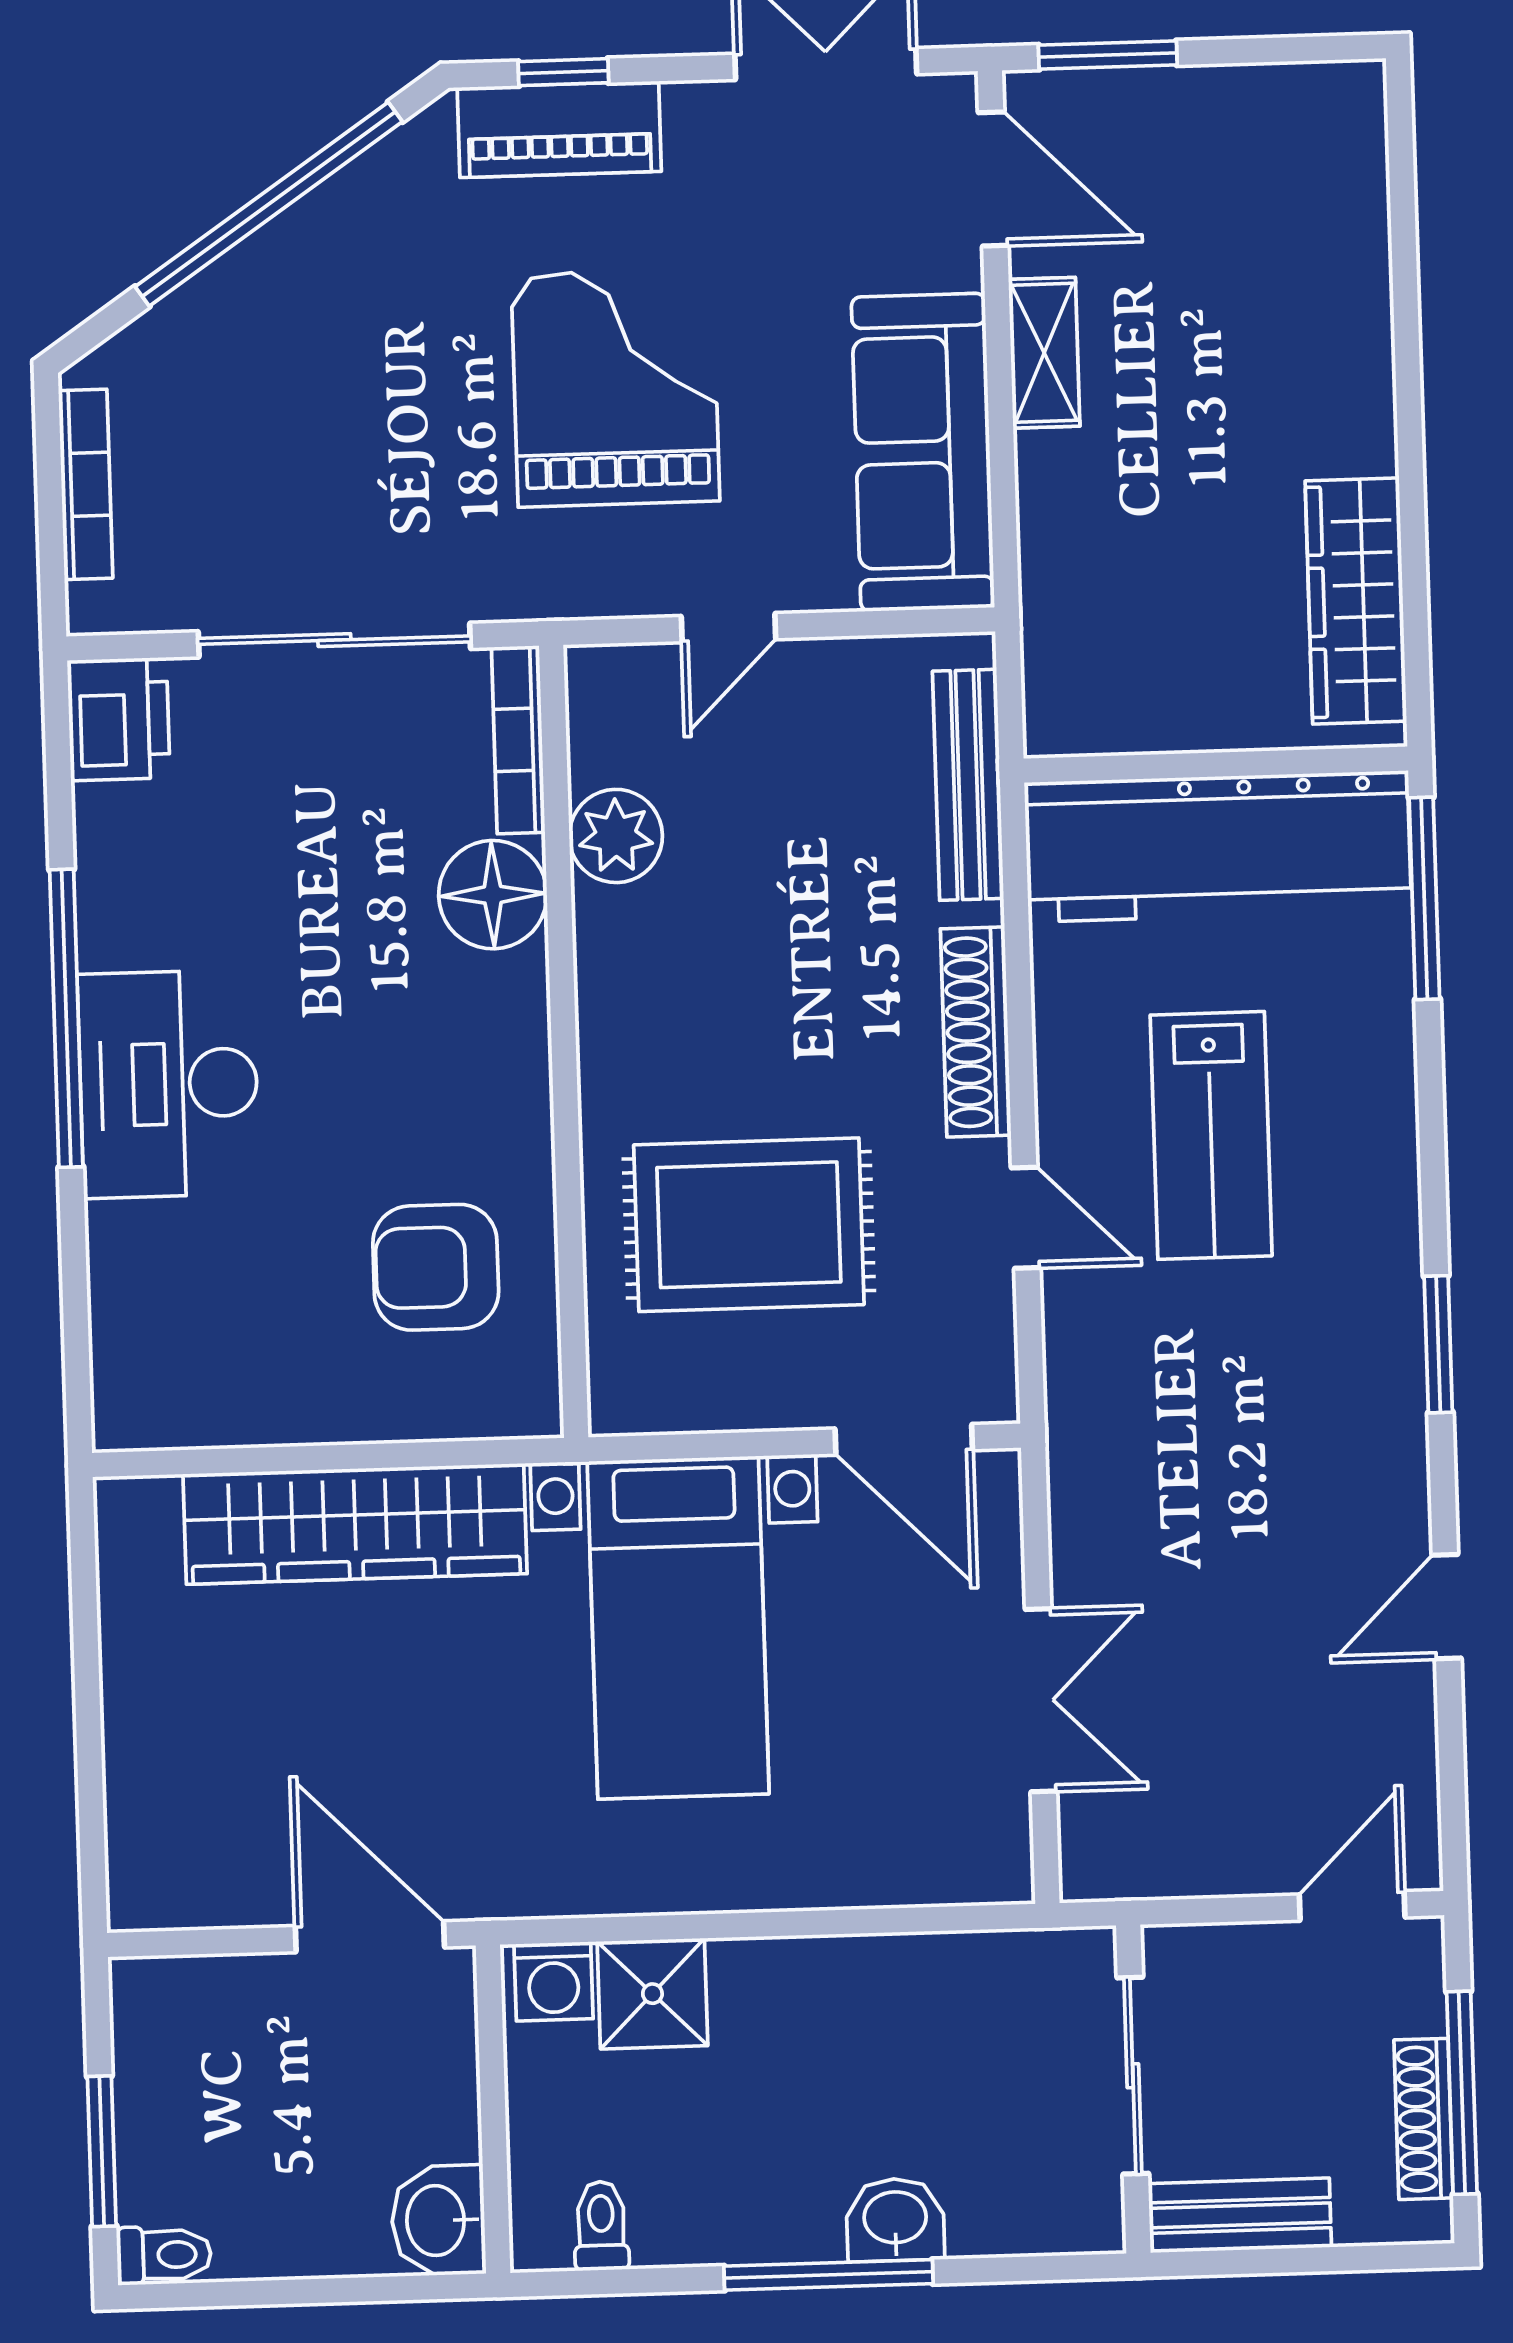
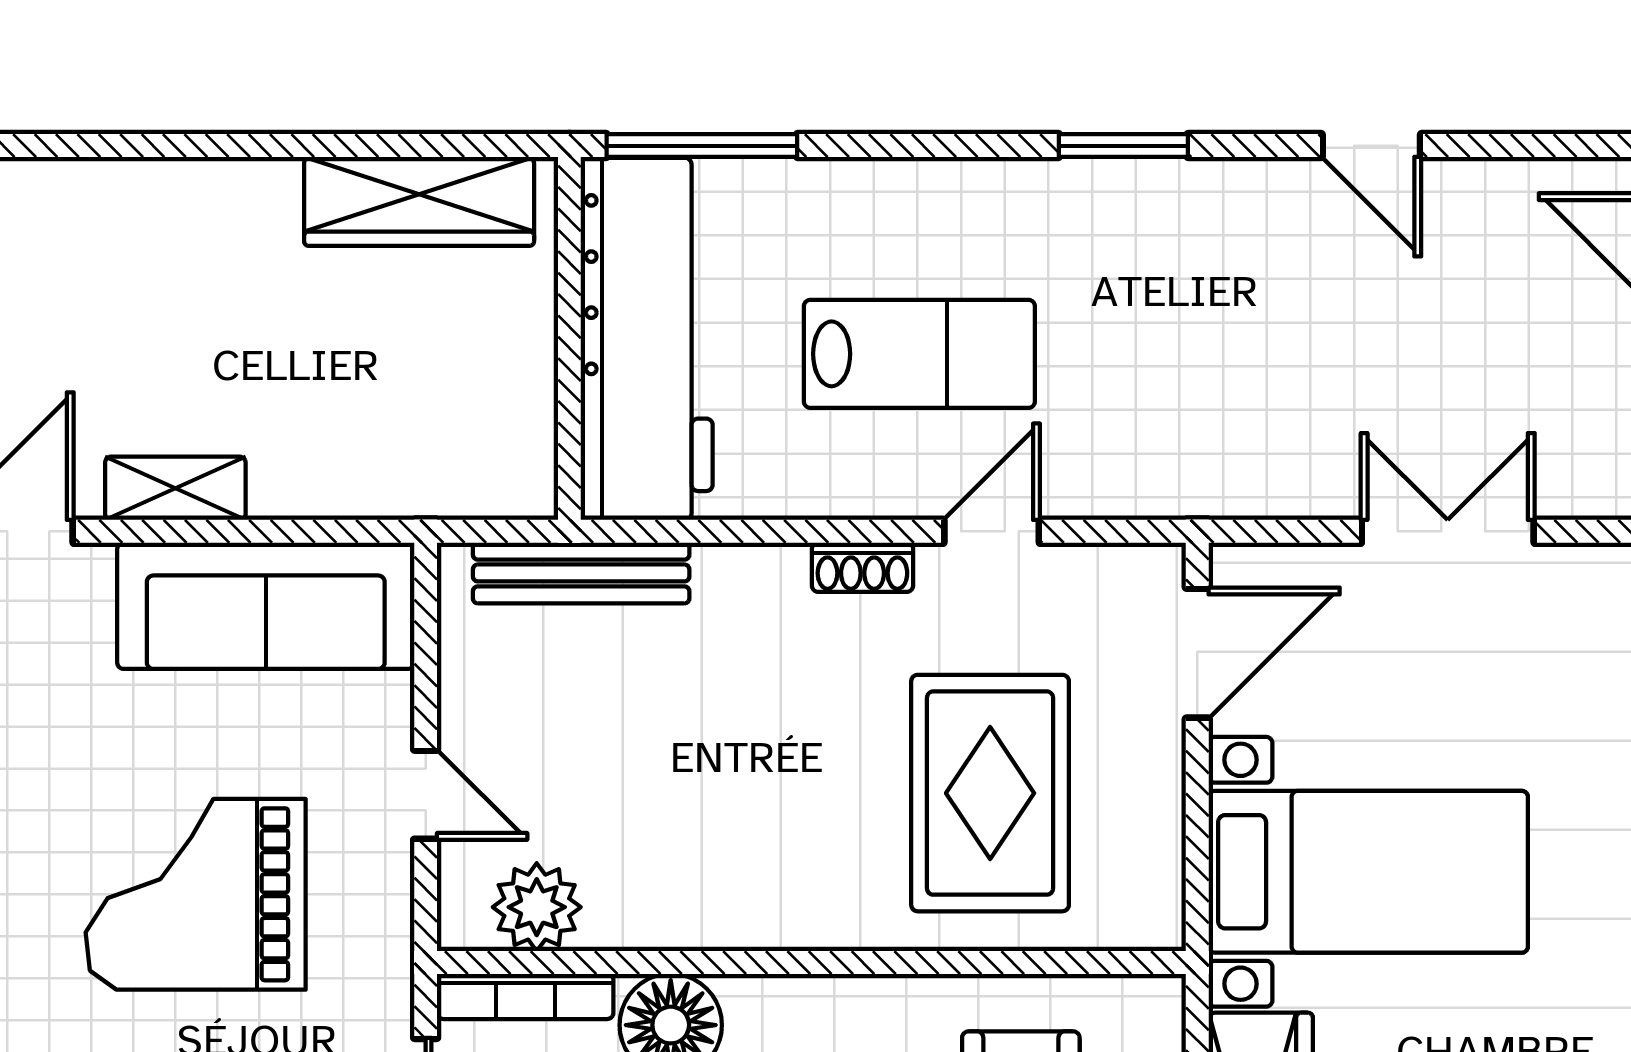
plant: (616, 836) -> (537, 907), moved
shoe rack: (976, 1032) -> (862, 567), width x0.51, depth x0.81

